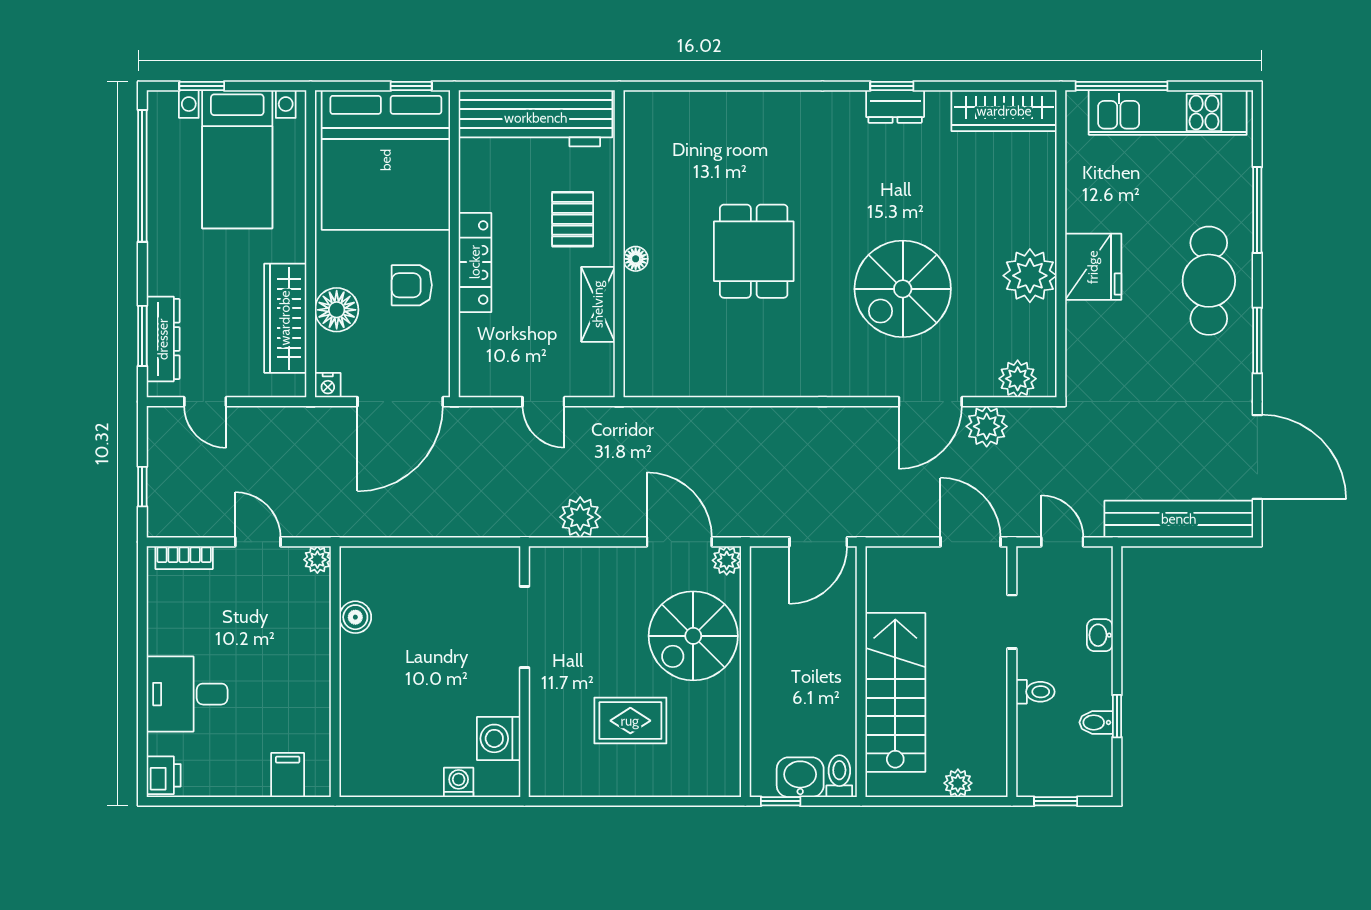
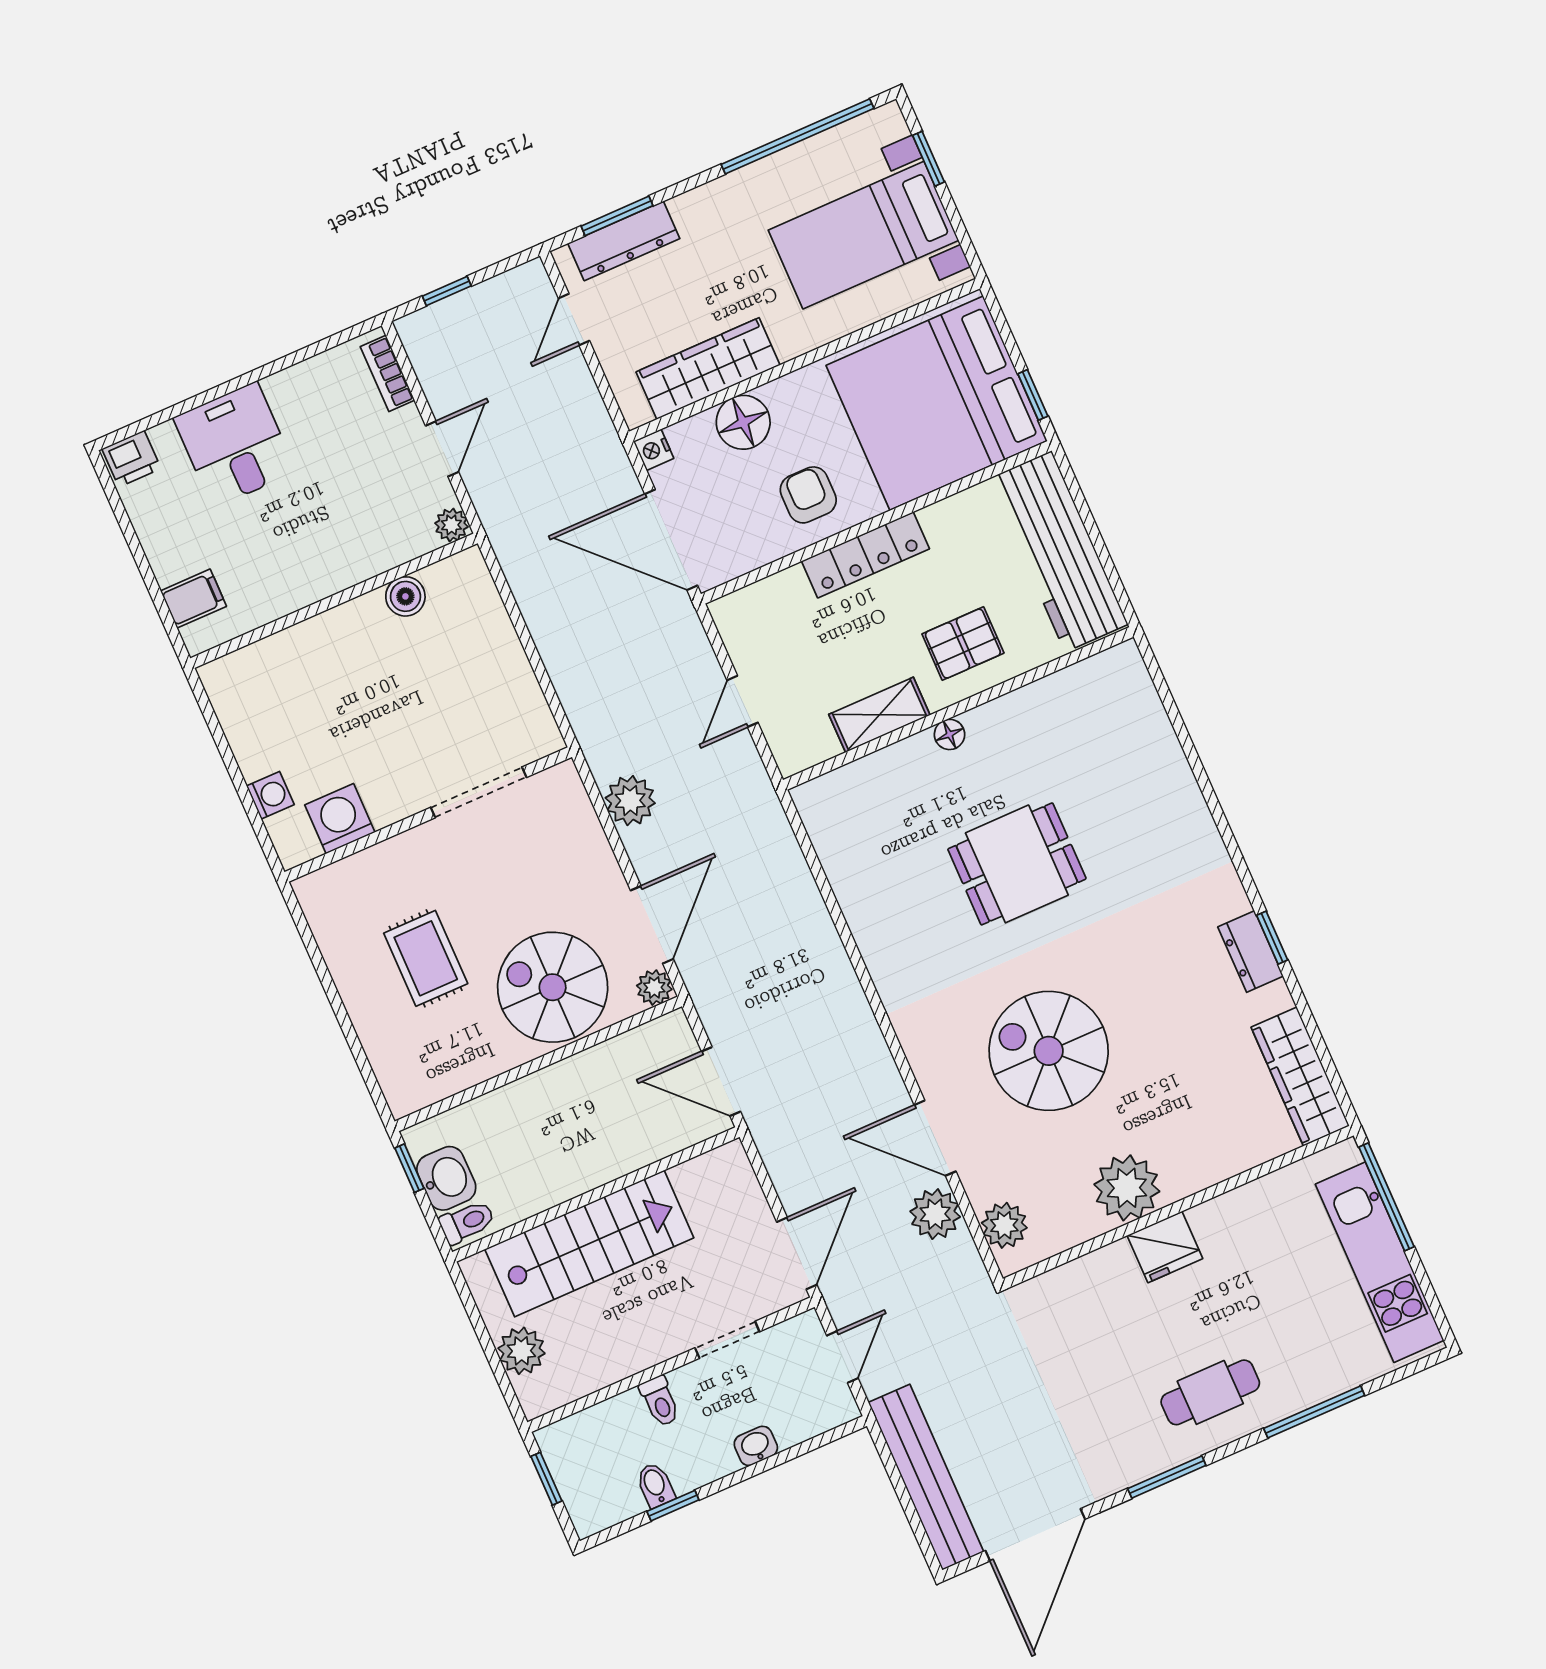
fridge: (1093, 267) -> (1165, 1247), width x0.73, depth x0.75
cafe table: (1209, 281) -> (1210, 1392), width x0.73, depth x0.74
plant: (958, 783) -> (521, 1351), width x1.38, depth x1.38

